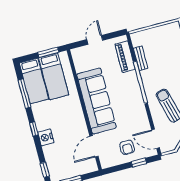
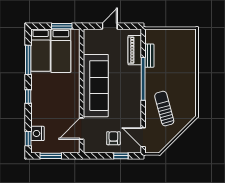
nightstand: (46, 137) -> (38, 133), moved
armchair: (127, 147) -> (113, 138), turned 180

